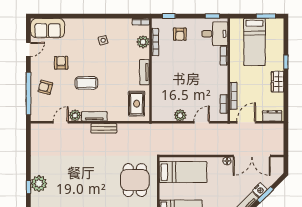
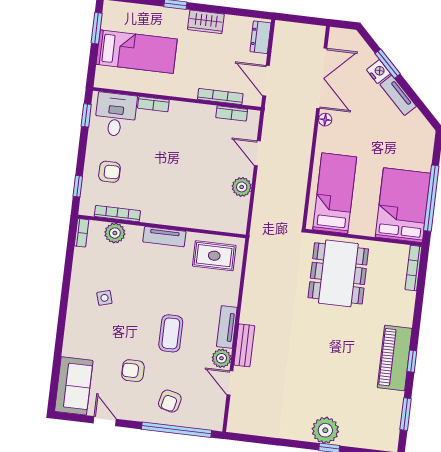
bench: (104, 128) -> (244, 345), moved
dining table: (135, 180) -> (338, 273), width x1.38

